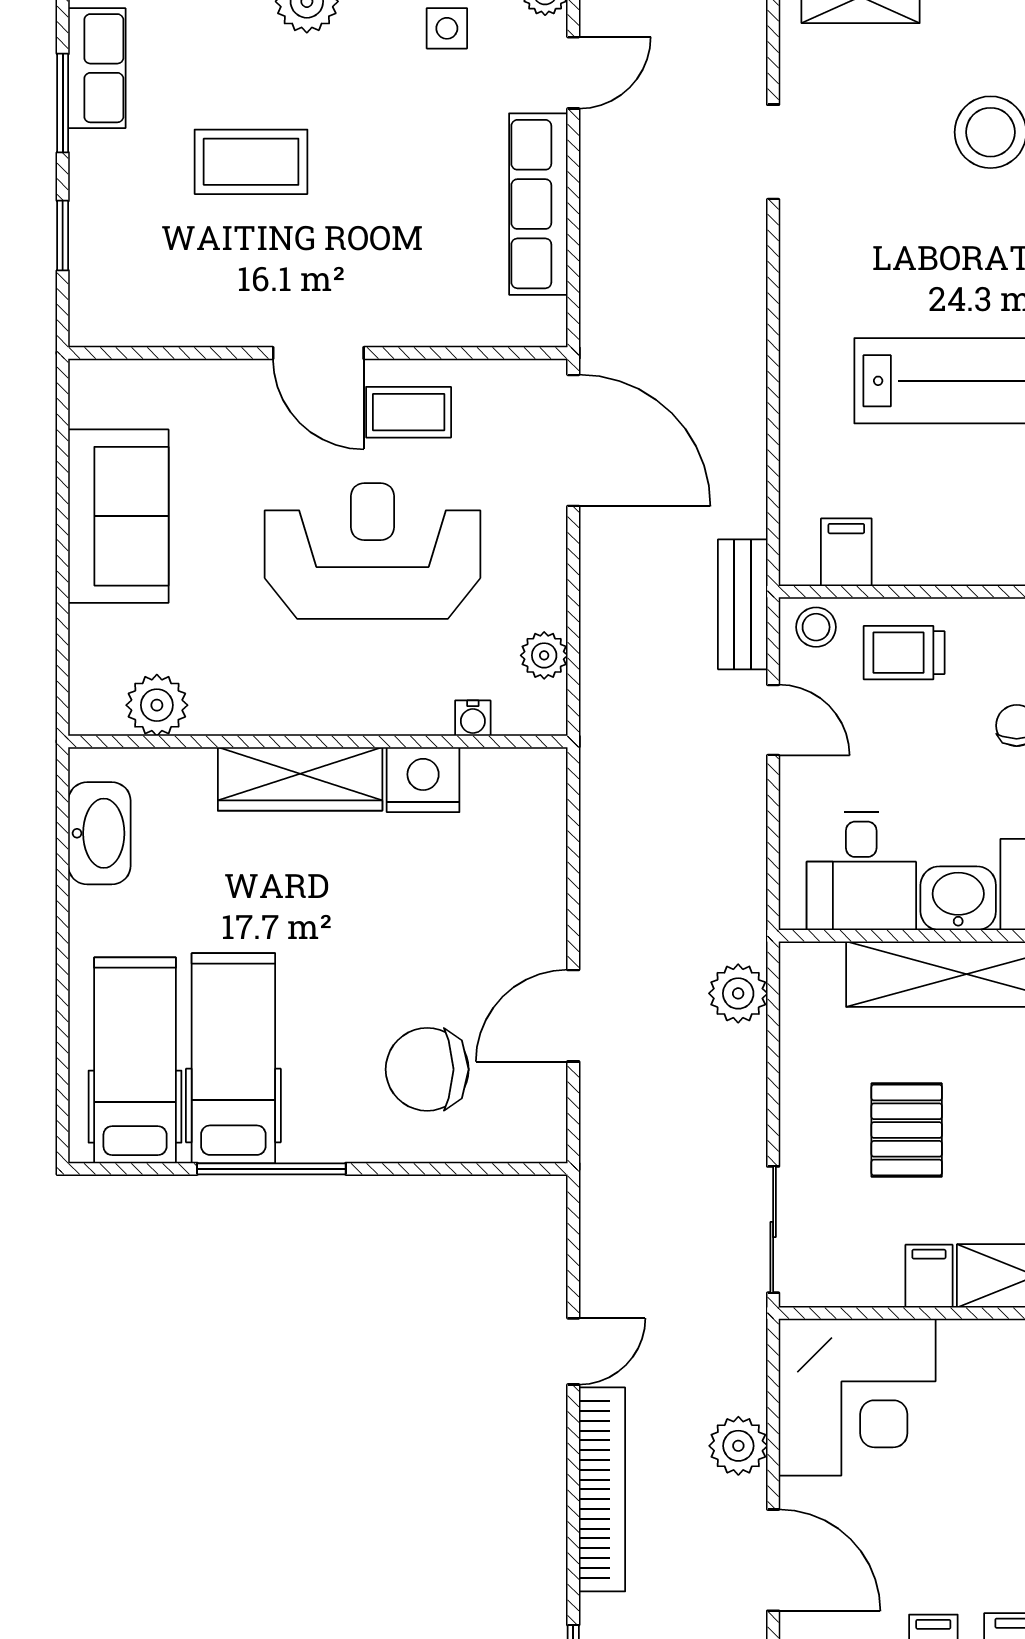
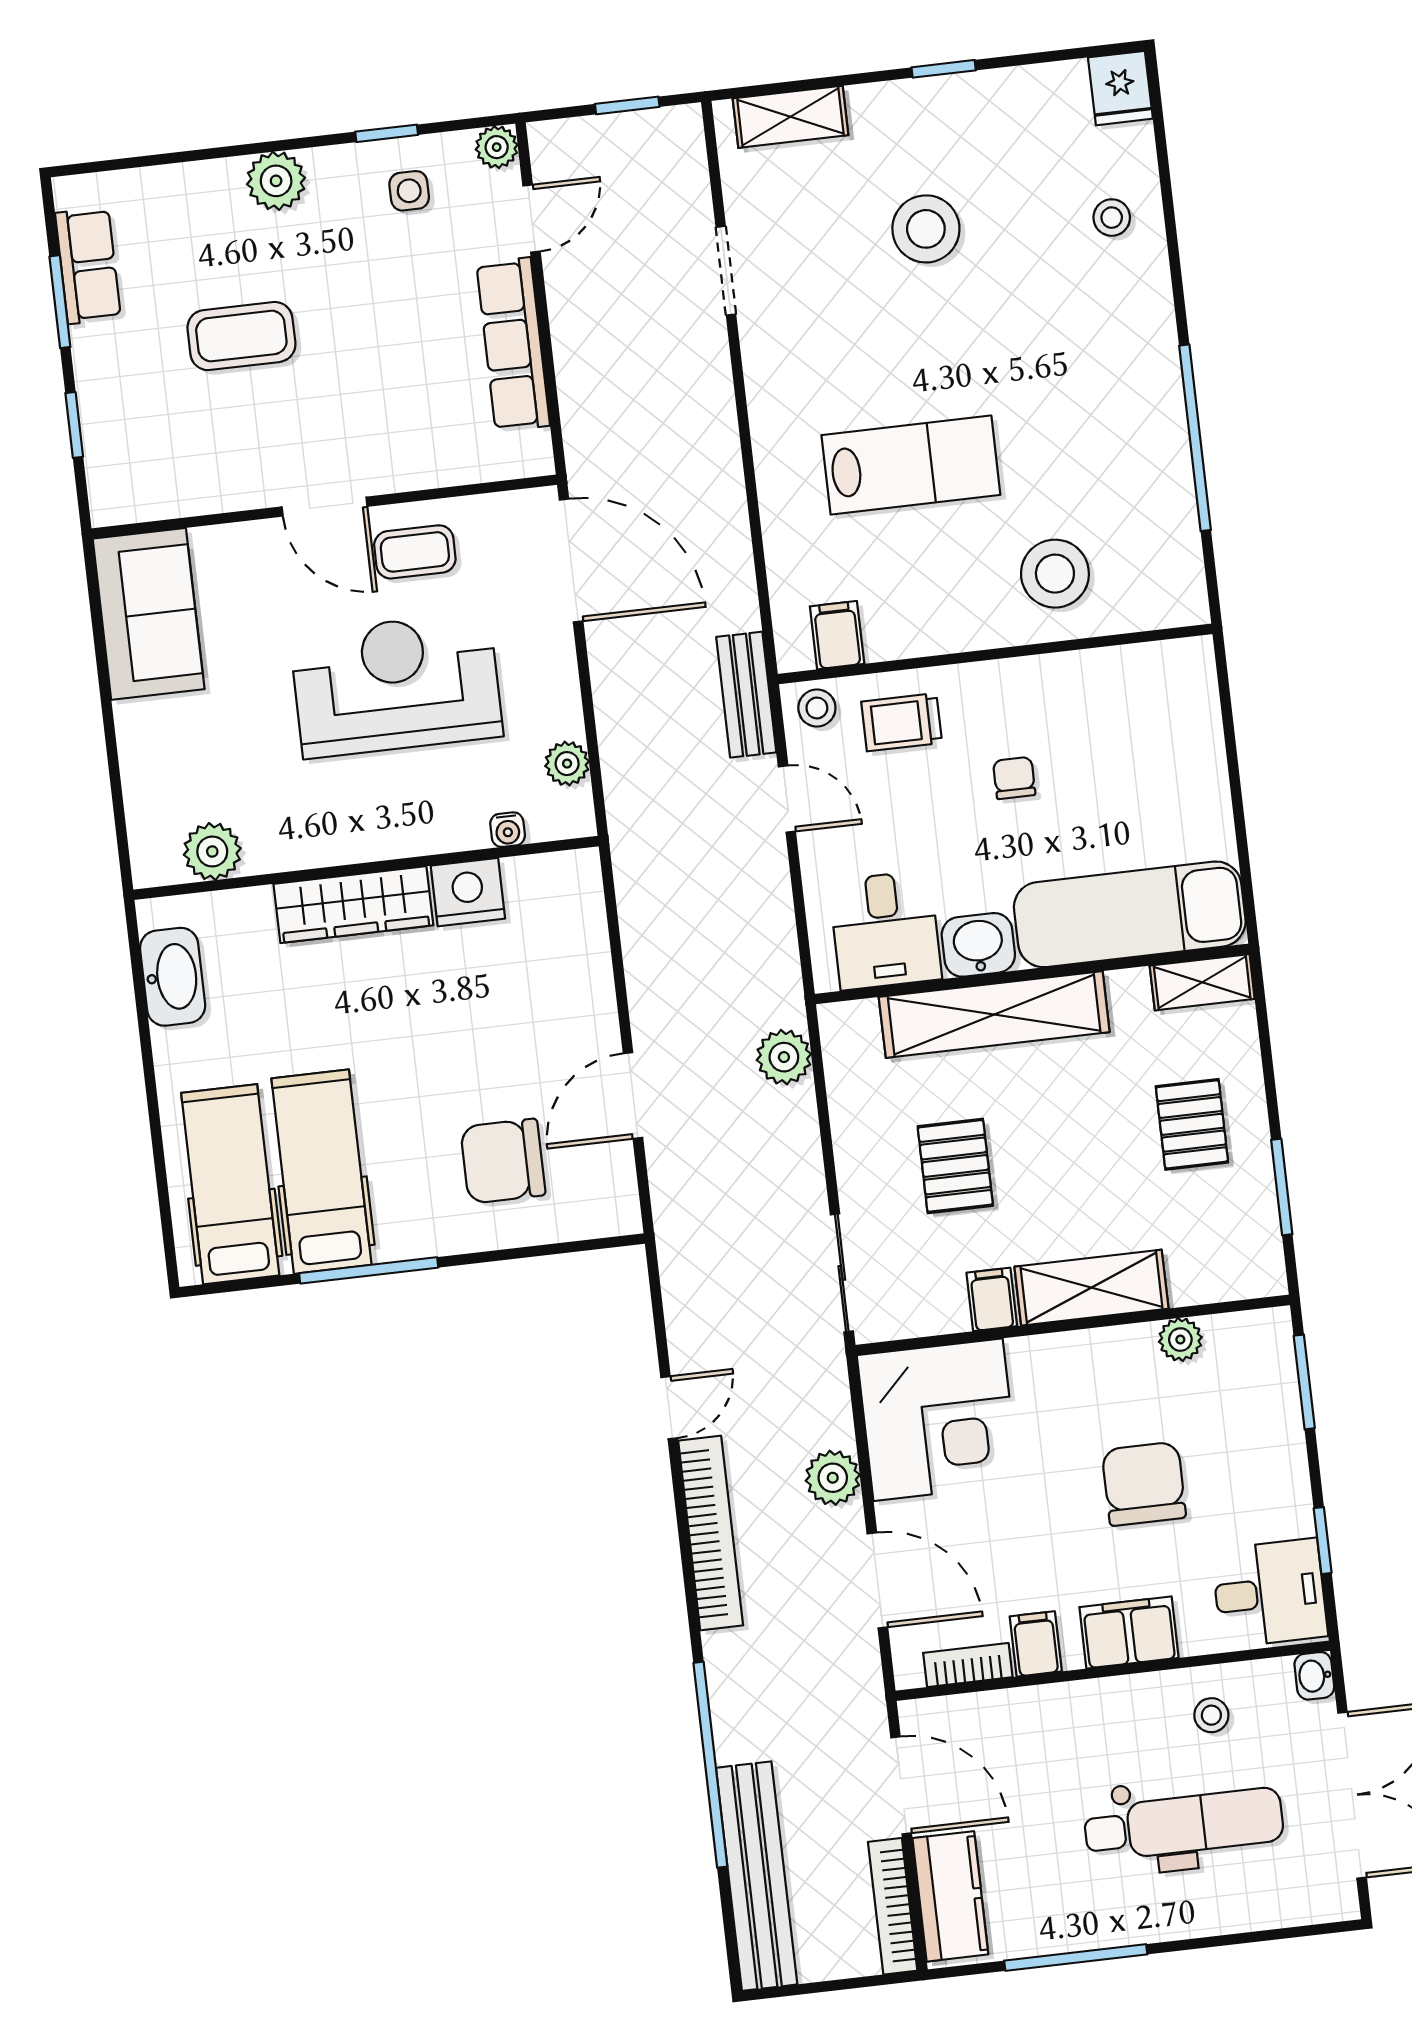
sofa: (118, 516) -> (149, 614), moved

